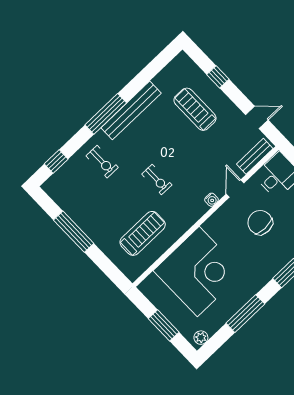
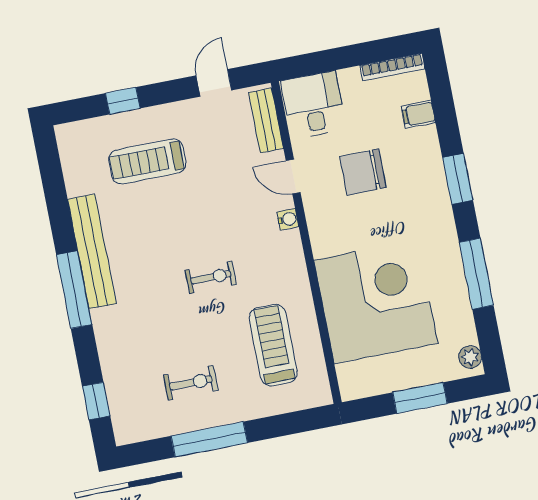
exercise bike: (102, 162) -> (191, 383), moved

